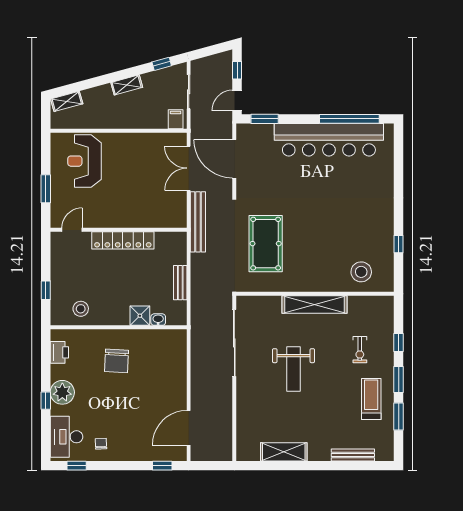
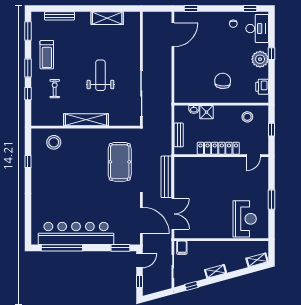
door: (72, 230) -> (253, 156), moved
wall: (119, 230) -> (221, 156), moved
locker: (123, 240) -> (218, 148), moved
window: (399, 417) -> (28, 31), moved

